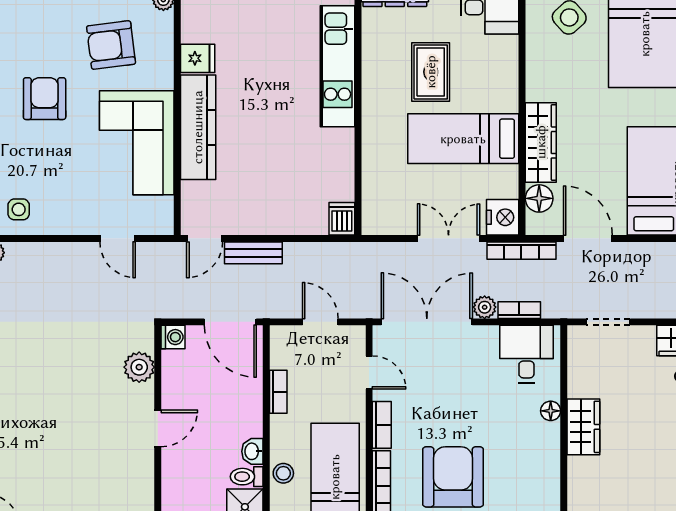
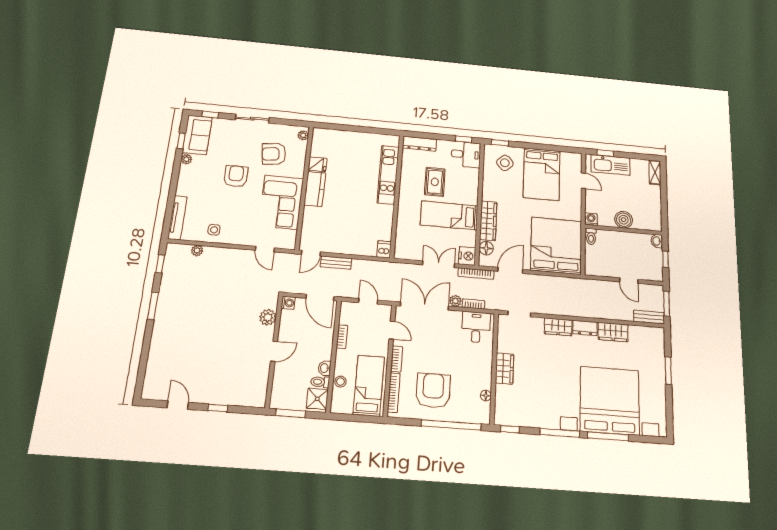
kitchen counter: (198, 127) -> (315, 189), width x0.67
door: (588, 238) -> (510, 270), hinge flipped
floor lamp: (551, 411) -> (486, 396), moved

